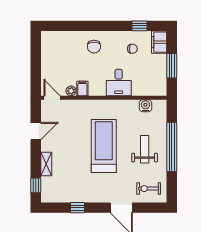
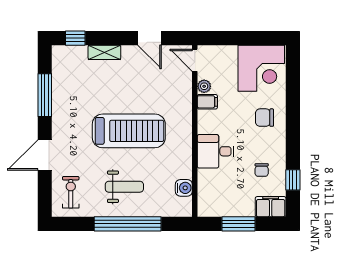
corner desk: (58, 49) -> (261, 68), added
door: (52, 98) -> (195, 60), swing flipped
window: (77, 208) -> (45, 95), width x2.17

